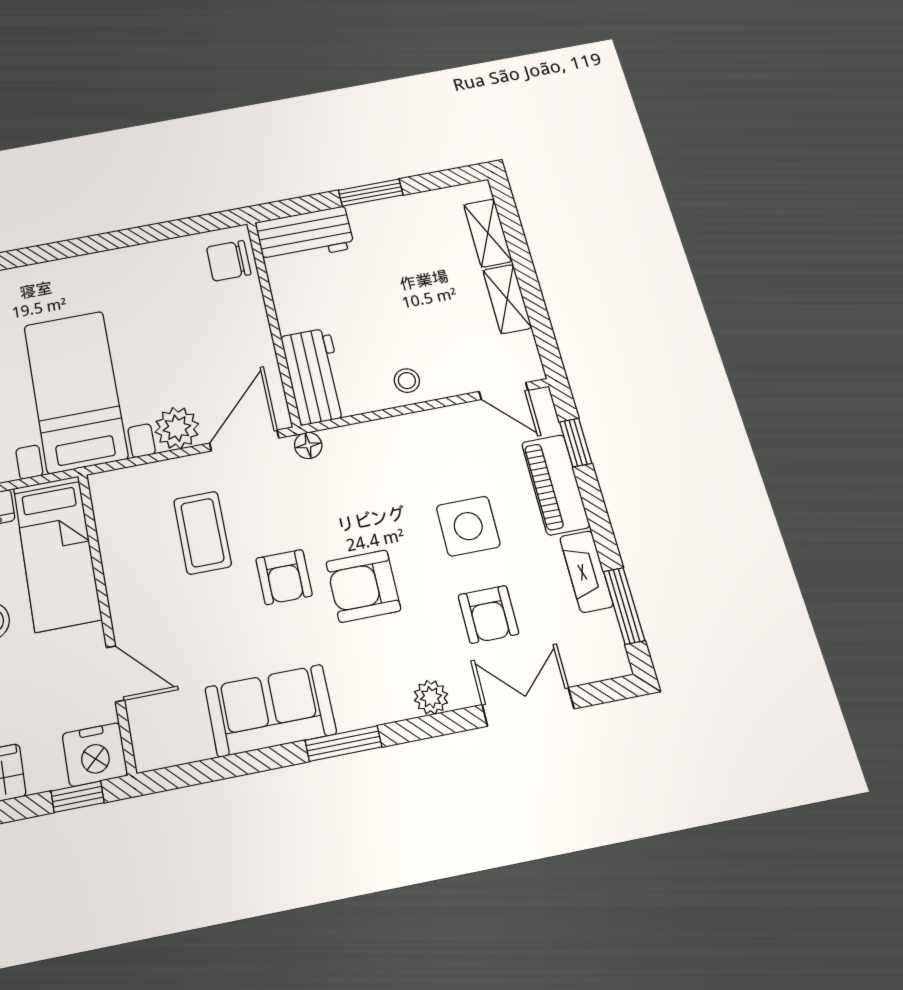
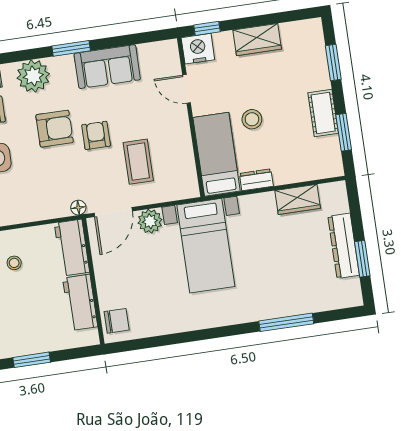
workbench: (305, 235) -> (80, 302), moved, turned -90
stool: (407, 381) -> (14, 263), moved
plant: (431, 697) -> (33, 76), width x1.87, depth x1.87

